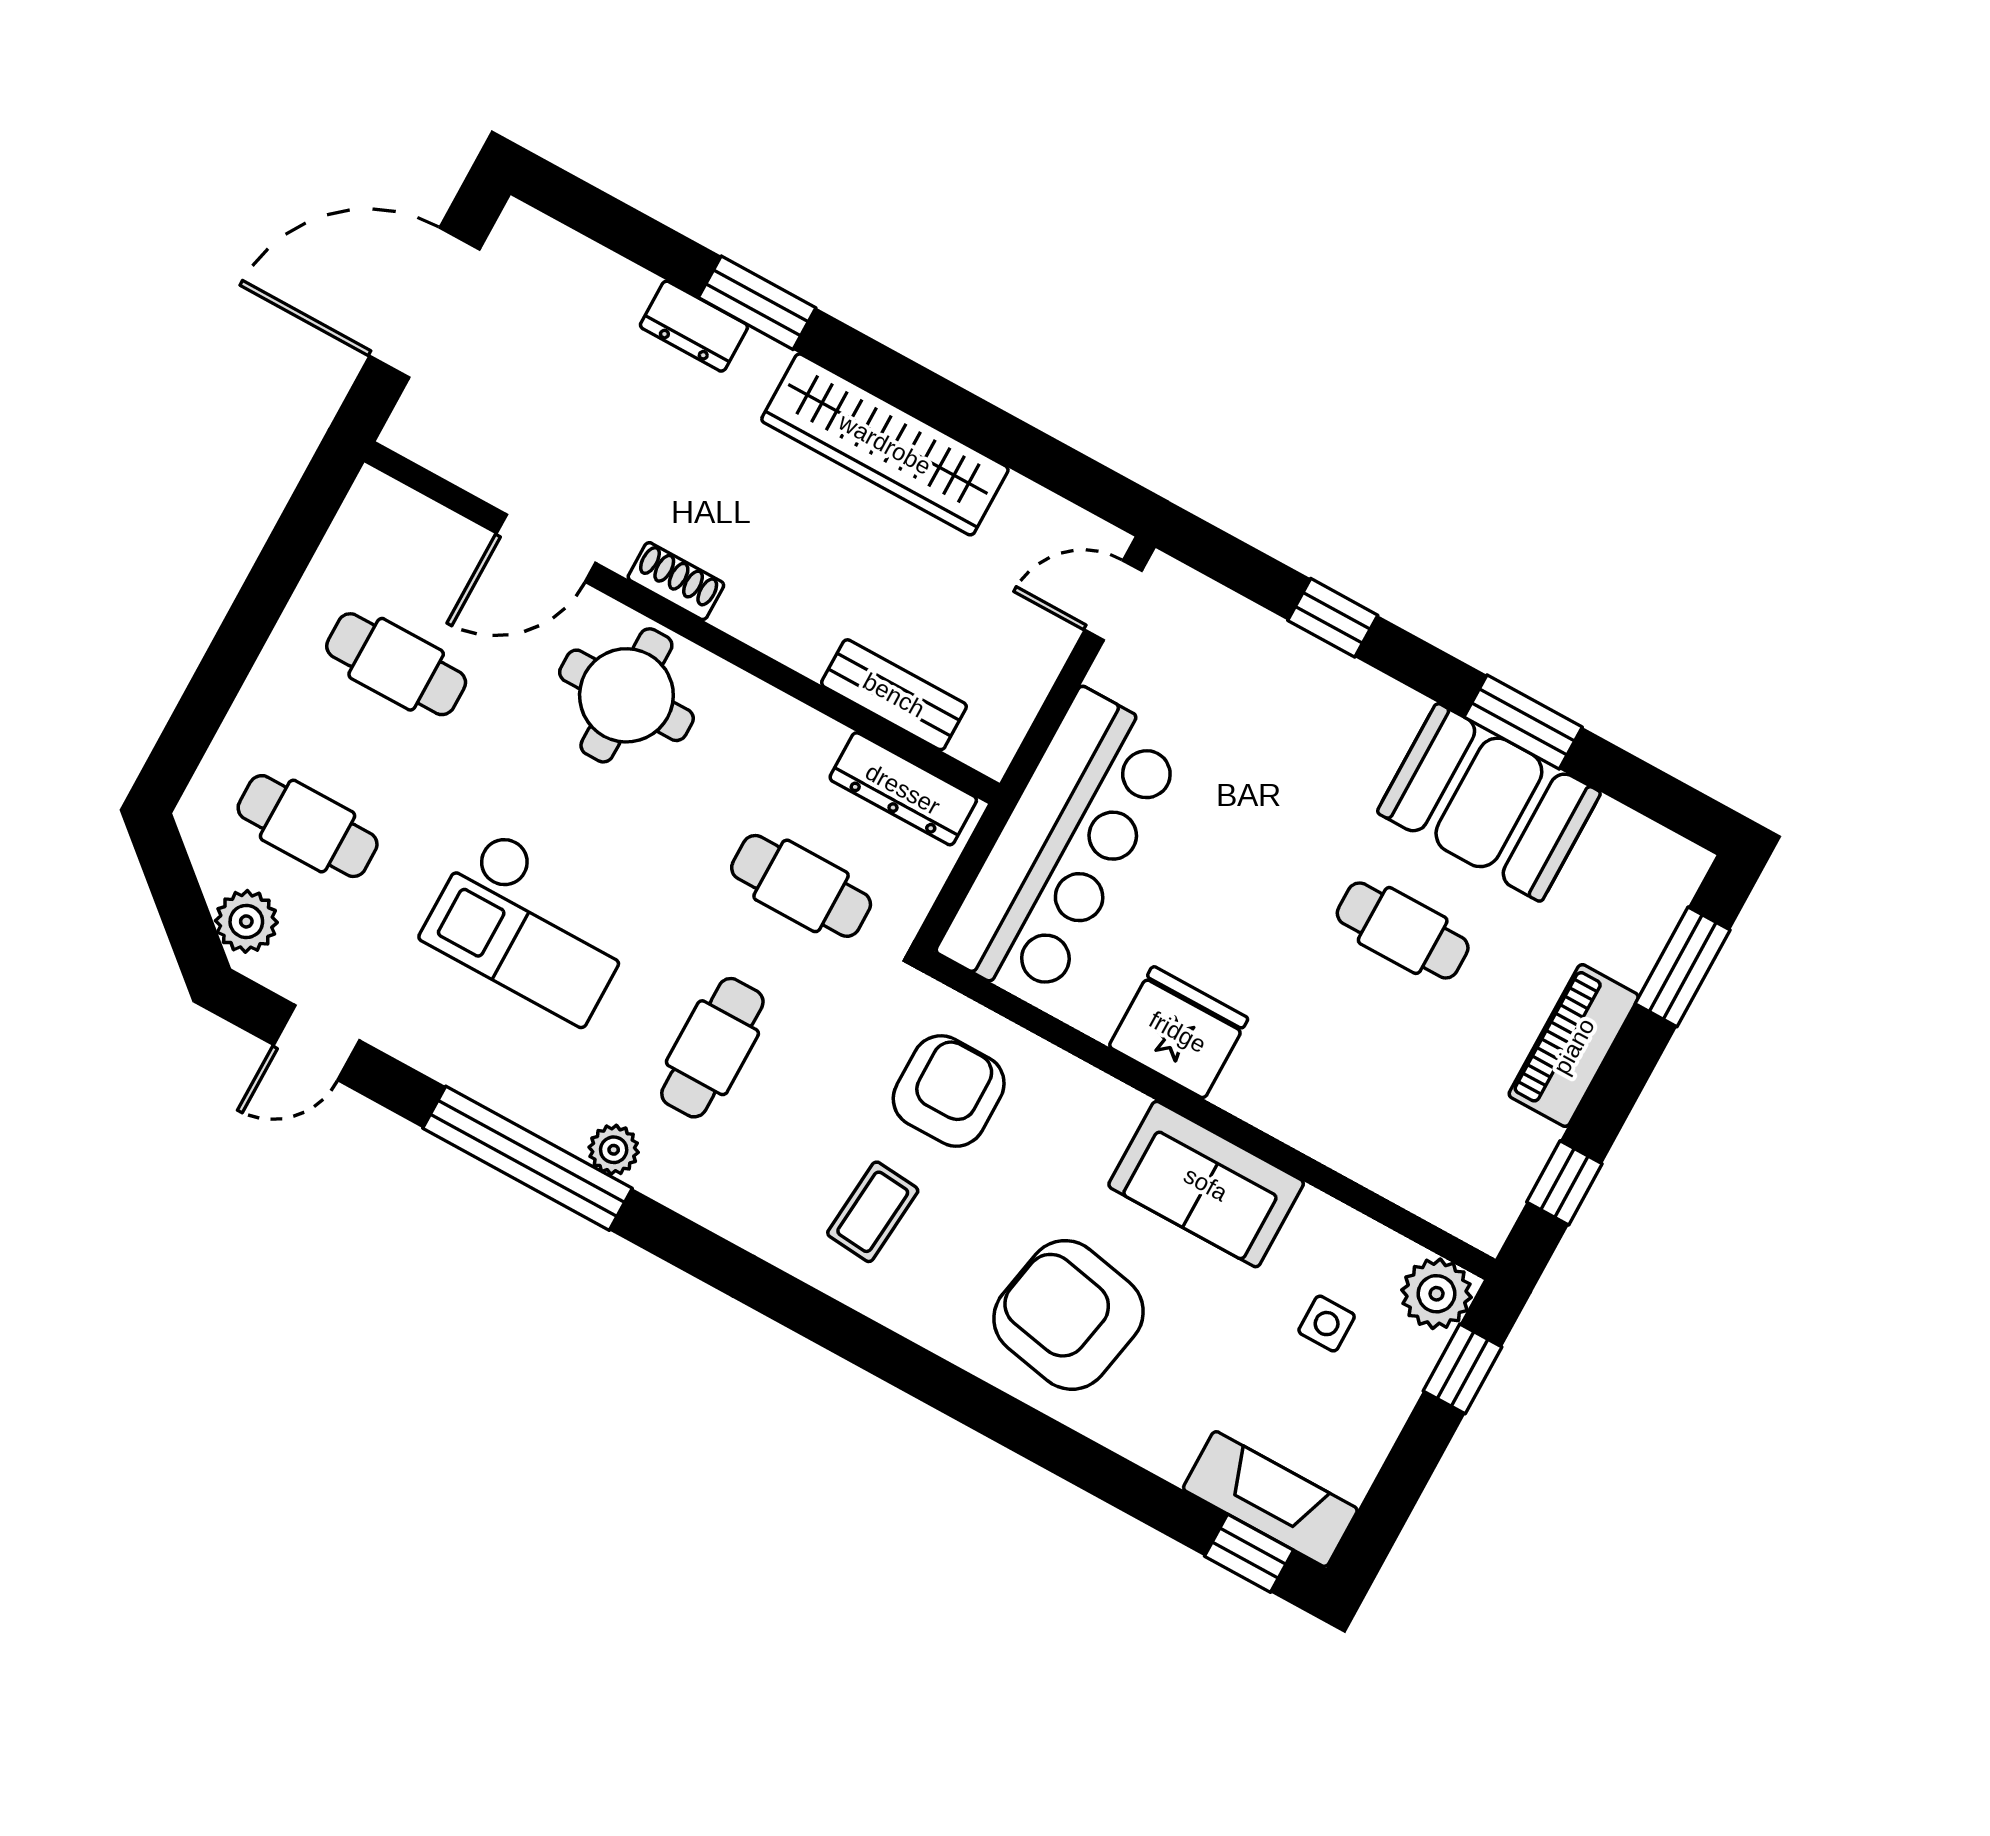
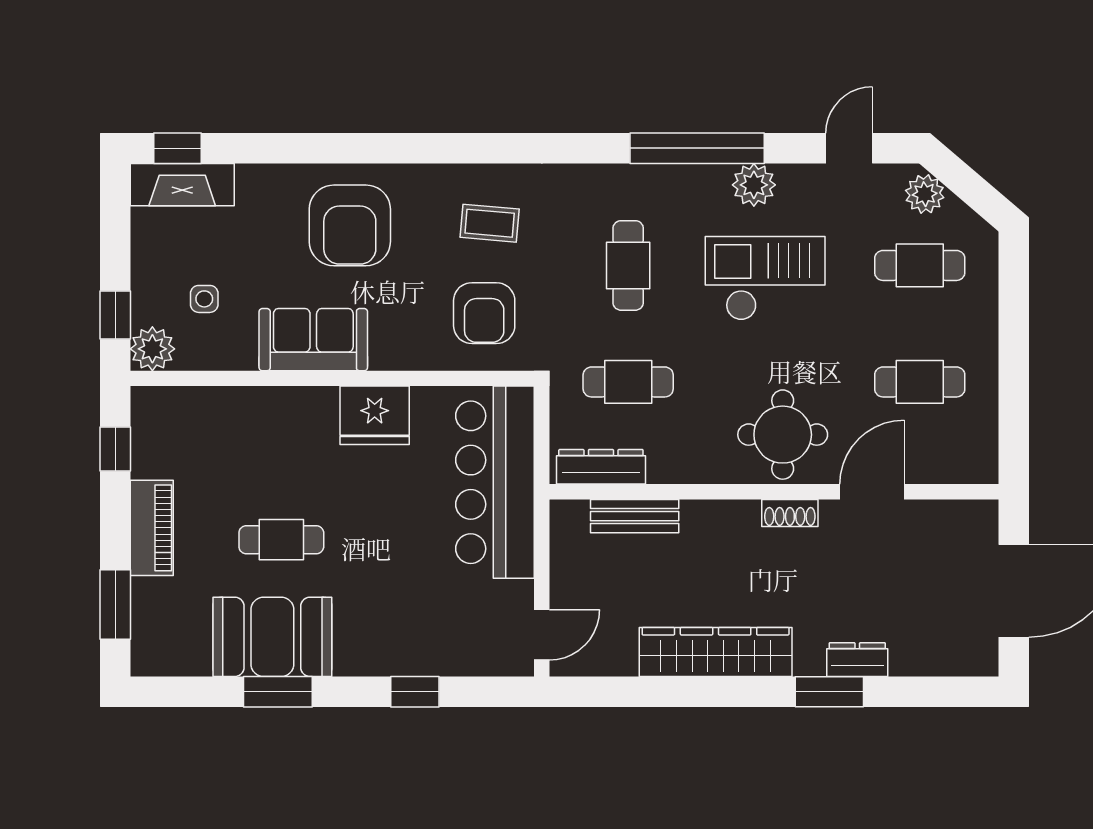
plant: (614, 1150) -> (754, 185), moved, width x1.38, depth x1.38
coffee table: (873, 1212) -> (490, 223), turned 90
armchair: (1069, 1315) -> (350, 225), turned 79

